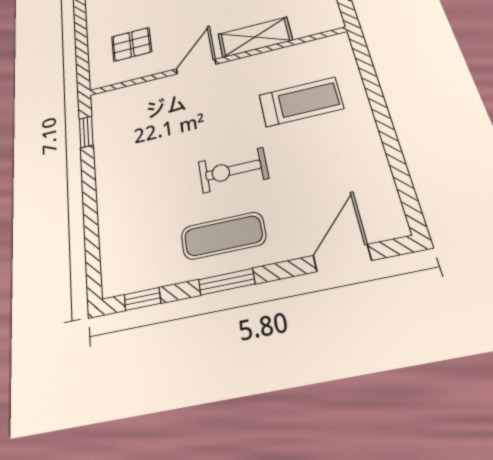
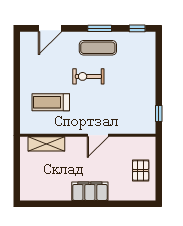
shelving: (255, 37) -> (46, 144), moved
pallet: (132, 44) -> (141, 171), moved, turned 90
exercise bike: (233, 170) -> (88, 76), turned 180

